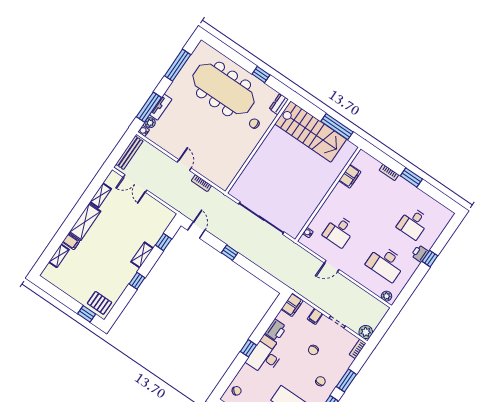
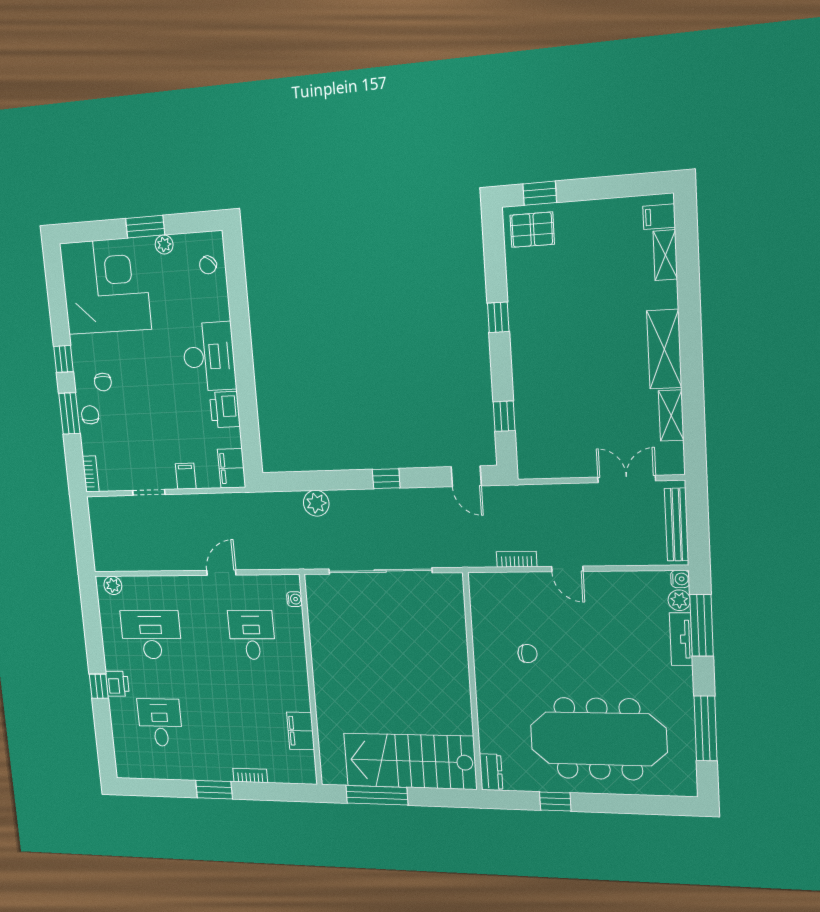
chair: (254, 124) -> (527, 654), moved
filing cabinet: (71, 242) -> (659, 217), moved
shelving: (142, 255) -> (523, 367), removed
plant: (366, 332) -> (316, 503), moved
window: (248, 348) -> (242, 347), removed
chair: (313, 350) -> (90, 415), moved

